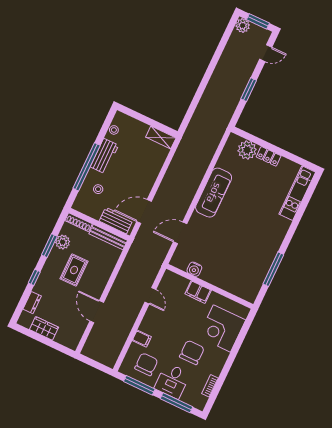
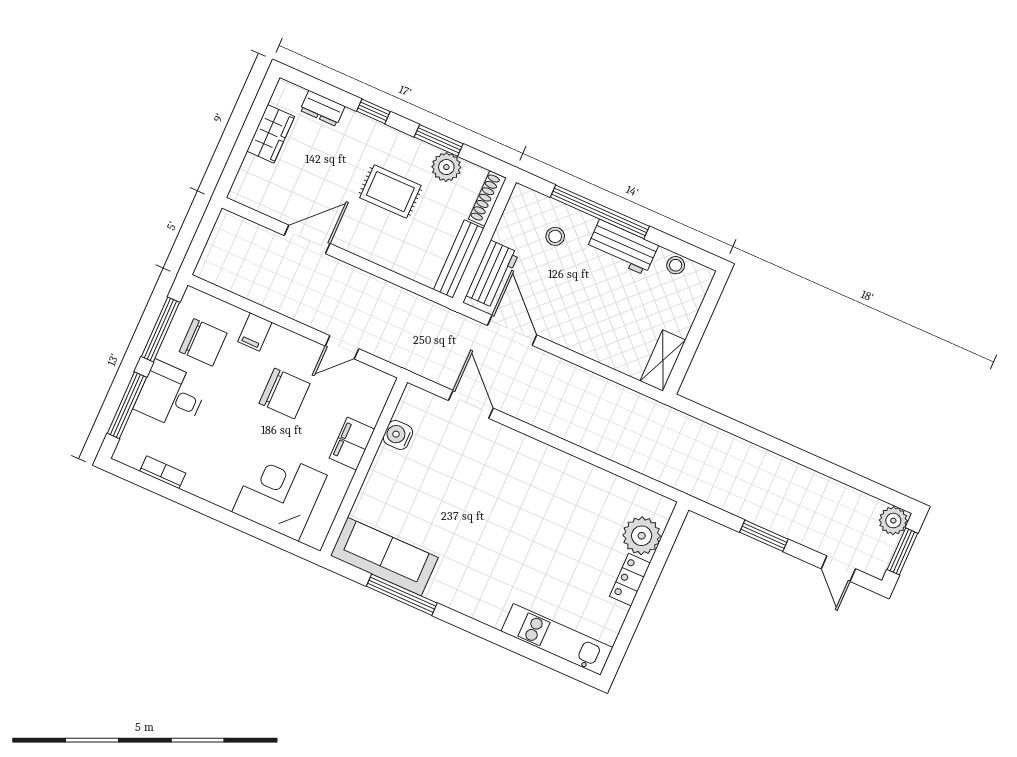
sofa: (214, 193) -> (384, 557), moved, turned 180
chair: (192, 352) -> (284, 393), moved

